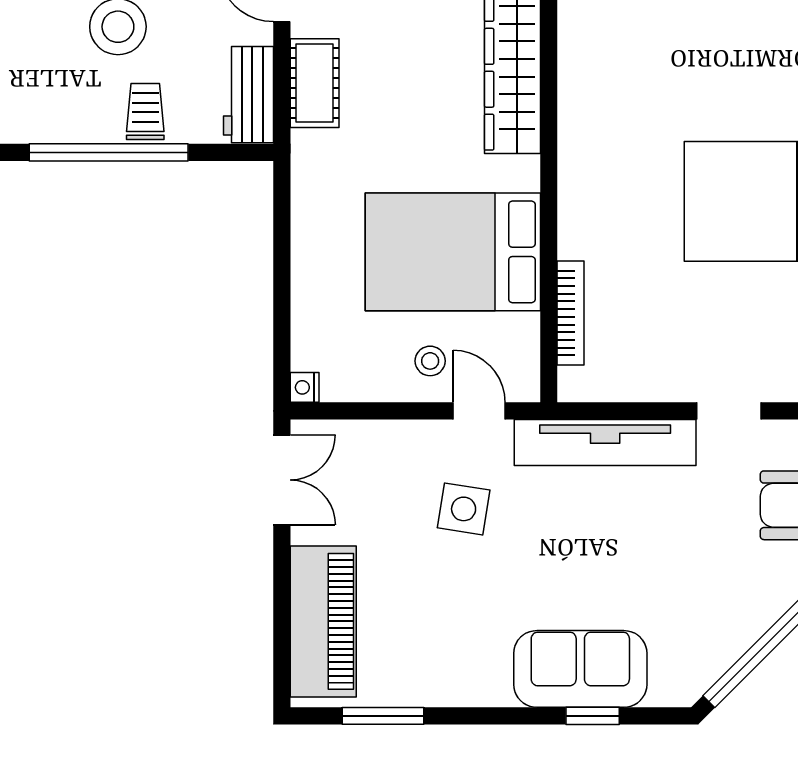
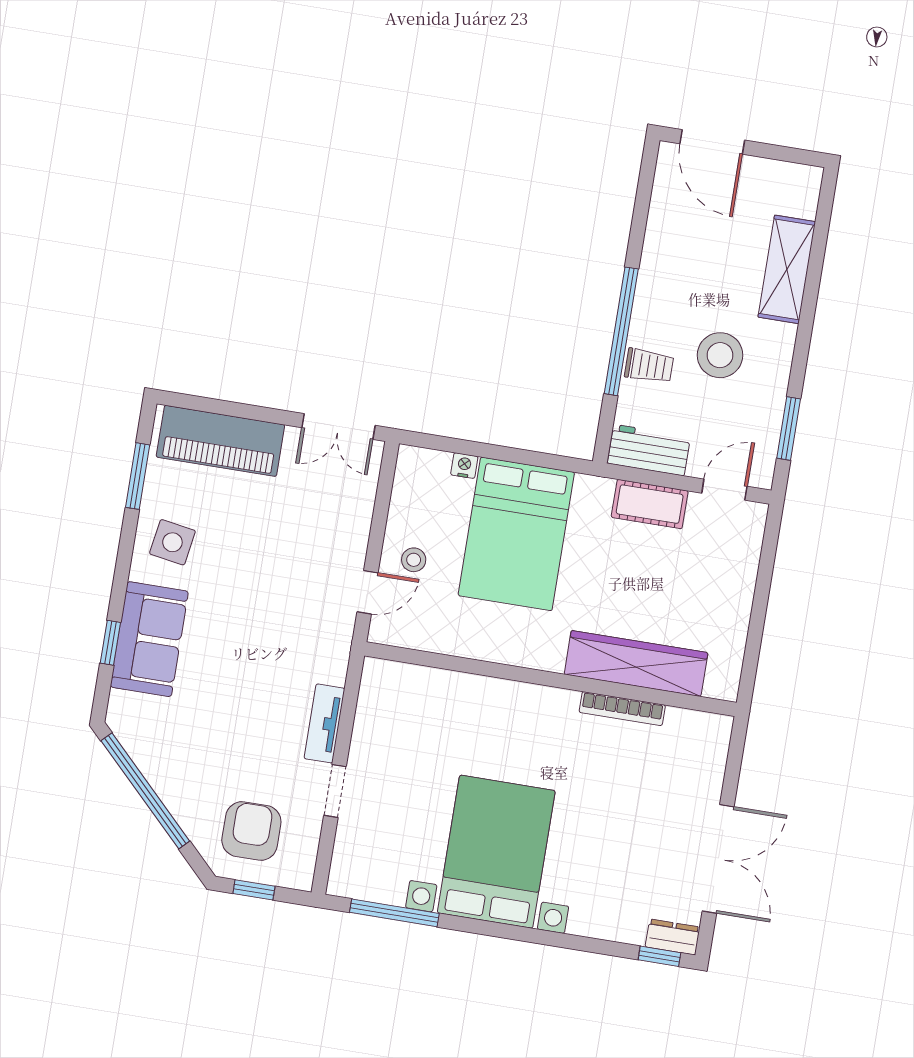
bed: (453, 252) -> (516, 534), moved, turned 180
bookcase: (571, 313) -> (622, 709), moved
nightstand: (305, 387) -> (464, 466), moved
tv unit: (605, 443) -> (324, 723), width x0.52, depth x0.78
side table: (464, 509) -> (172, 542), moved

